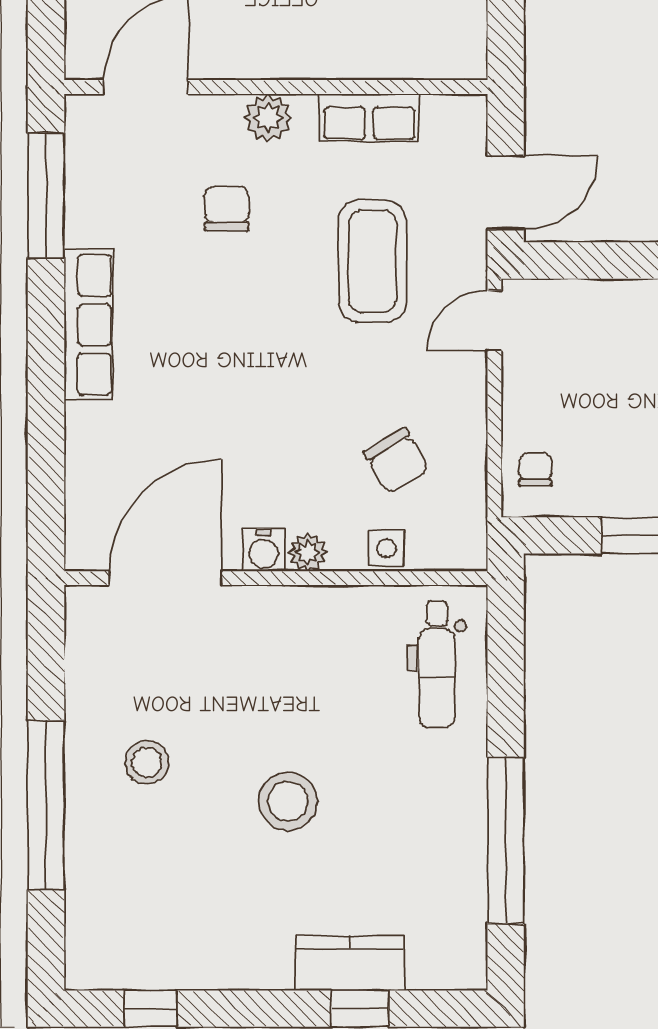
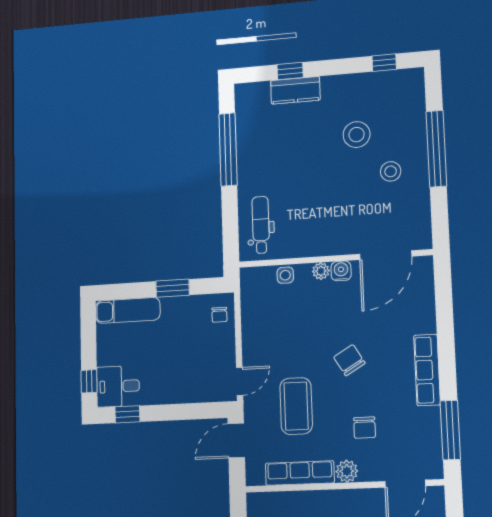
row of seats: (369, 118) -> (300, 473), width x1.48
chair: (397, 461) -> (349, 360), moved
stool: (288, 801) -> (357, 135), moved

